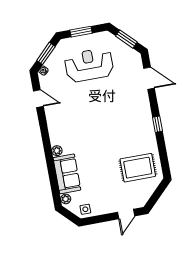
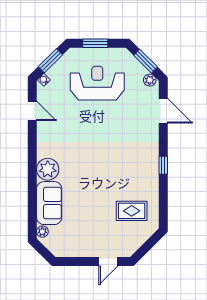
plant: (133, 54) -> (150, 80), added
plant: (57, 151) -> (48, 169), width x1.87, depth x1.87
rug: (138, 168) -> (132, 211), width x0.73, depth x0.70
side table: (85, 209) -> (63, 248), removed

